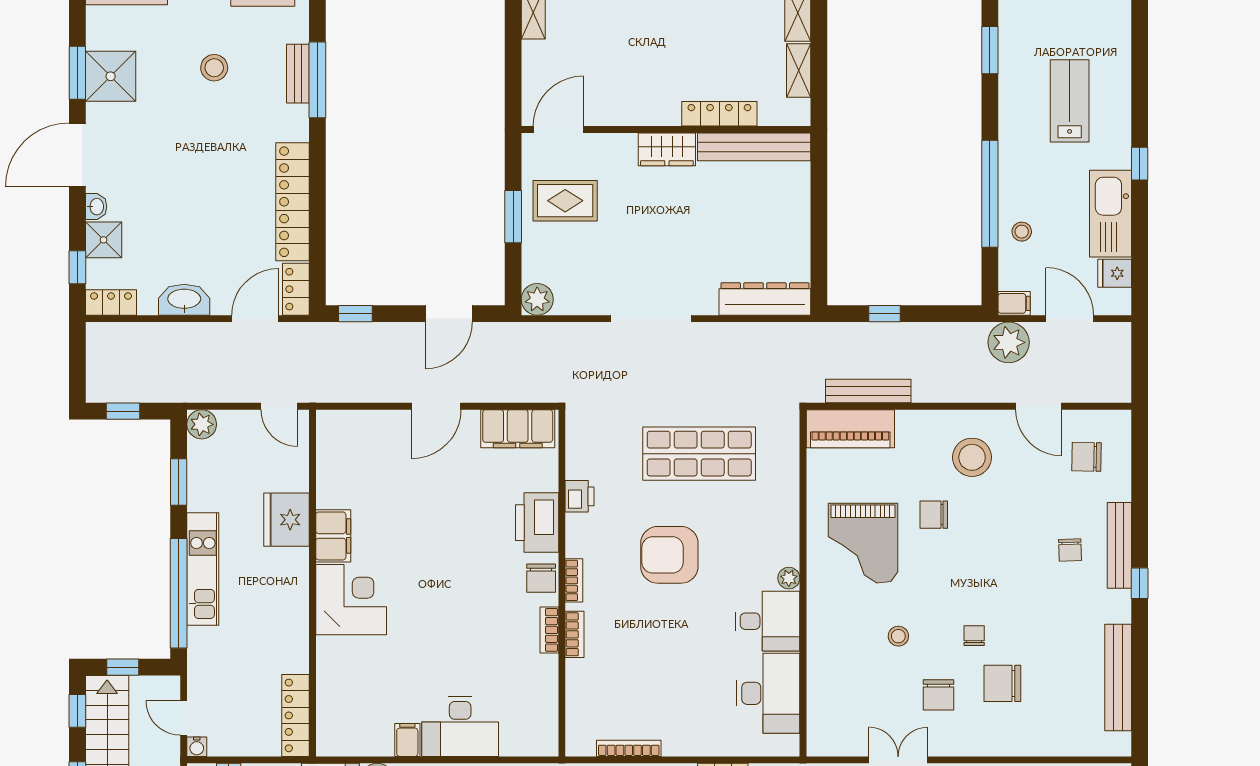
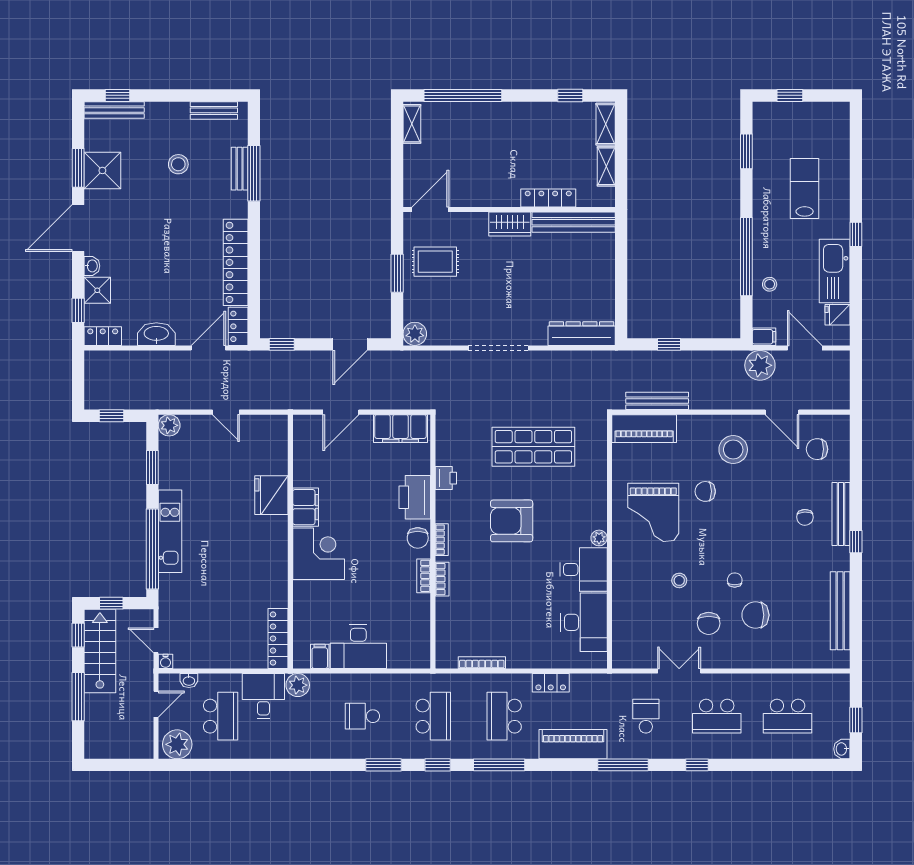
fridge: (287, 520) -> (271, 495), moved
filing cabinet: (333, 536) -> (306, 507), moved
wall: (312, 583) -> (290, 542), moved
corner desk: (351, 600) -> (319, 554), moved
locker: (296, 715) -> (278, 639), moved

